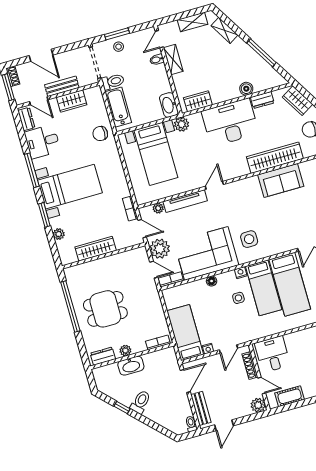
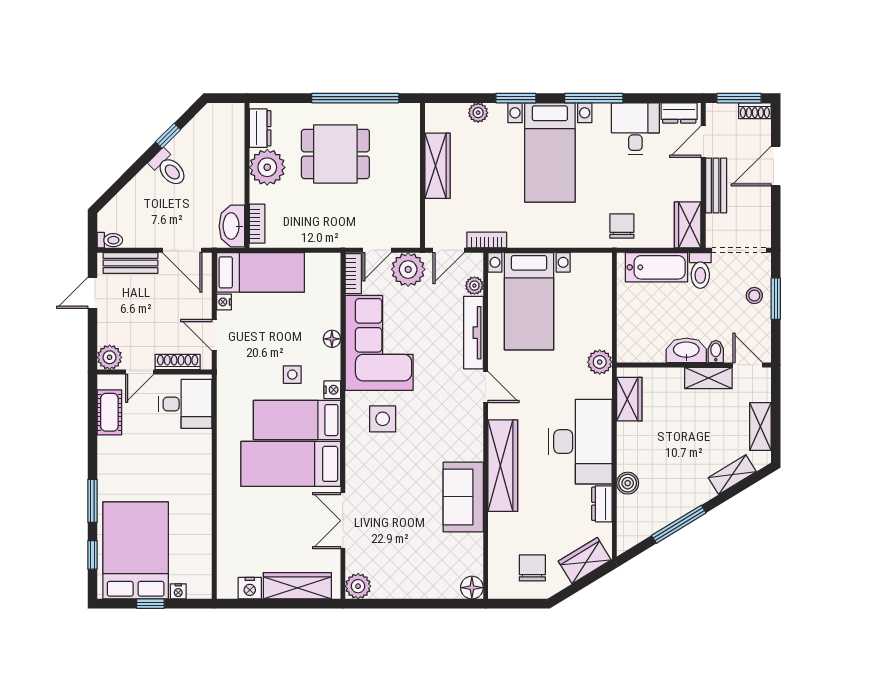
wardrobe: (72, 101) -> (688, 225), moved
washbasin: (169, 105) -> (686, 350), moved
bed with nightstands: (156, 154) -> (529, 301), moved, turned -90
wardrobe: (275, 158) -> (503, 466), moved
dining table: (105, 309) -> (335, 154), turned 90
plant: (125, 351) -> (267, 167), width x1.88, depth x1.88
washbasin: (131, 366) -> (232, 226), moved
door: (224, 425) -> (93, 293), hinge flipped

